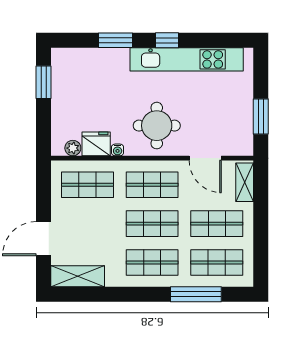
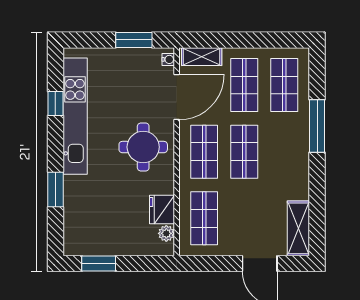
window: (167, 40) -> (55, 103), moved
water cooler: (118, 150) -> (168, 59), moved
door: (205, 158) -> (177, 97), width x1.36
shop shelf: (152, 263) -> (284, 152), removed
window: (196, 294) -> (317, 126), moved

